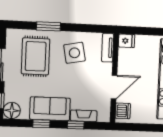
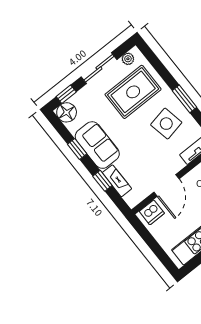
window: (48, 26) -> (185, 99), moved
plant: (11, 41) -> (128, 59), added
door: (114, 87) -> (166, 186), hinge flipped

